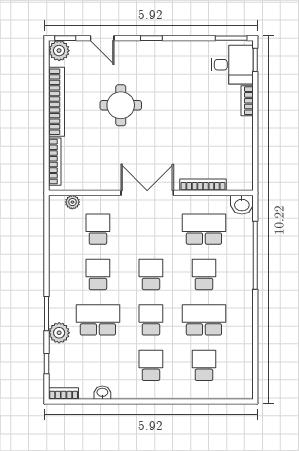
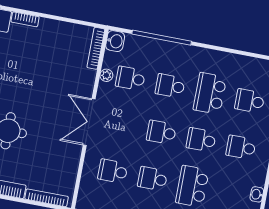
bookcase: (203, 185) -> (96, 48), moved
plant: (72, 202) -> (106, 75), moved
school desk: (204, 229) -> (130, 78), width x0.54

